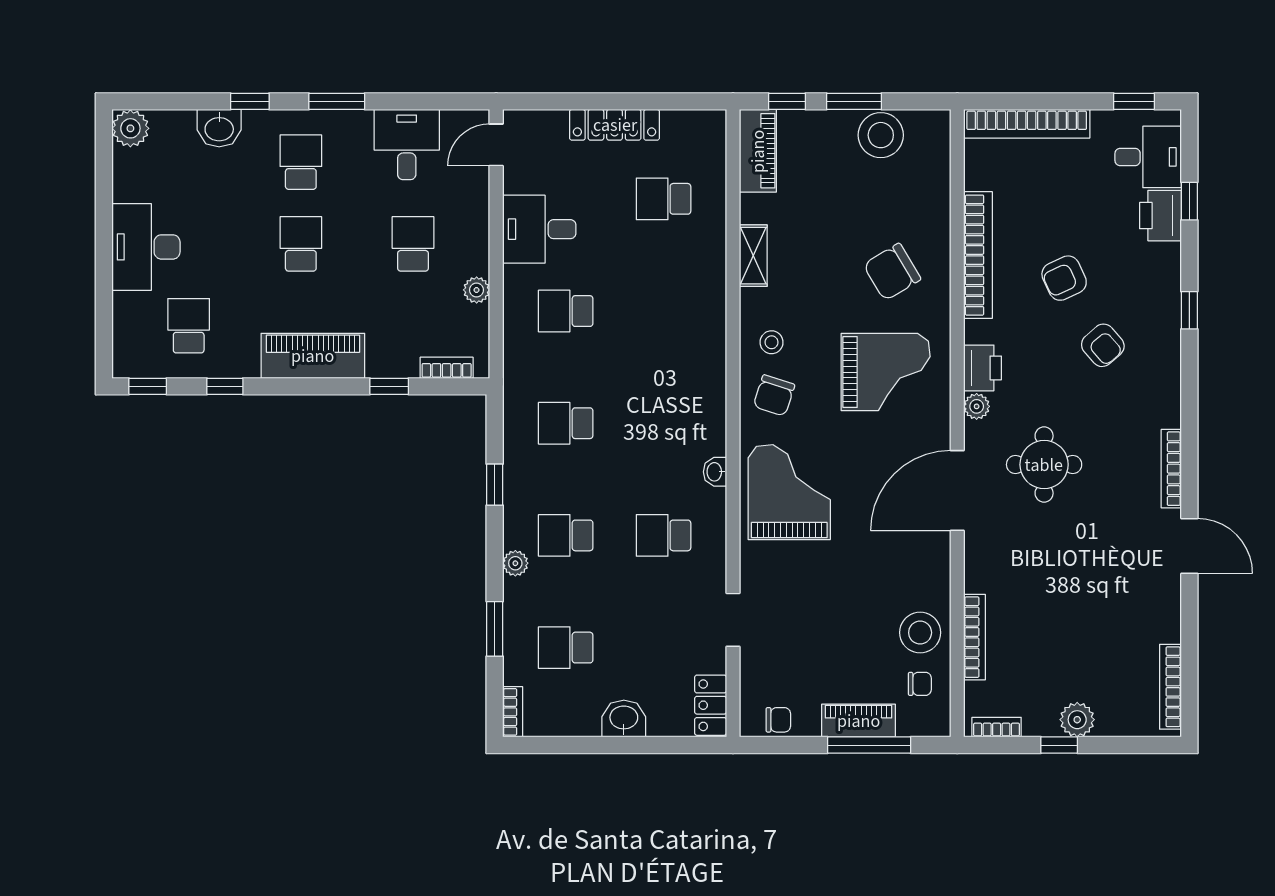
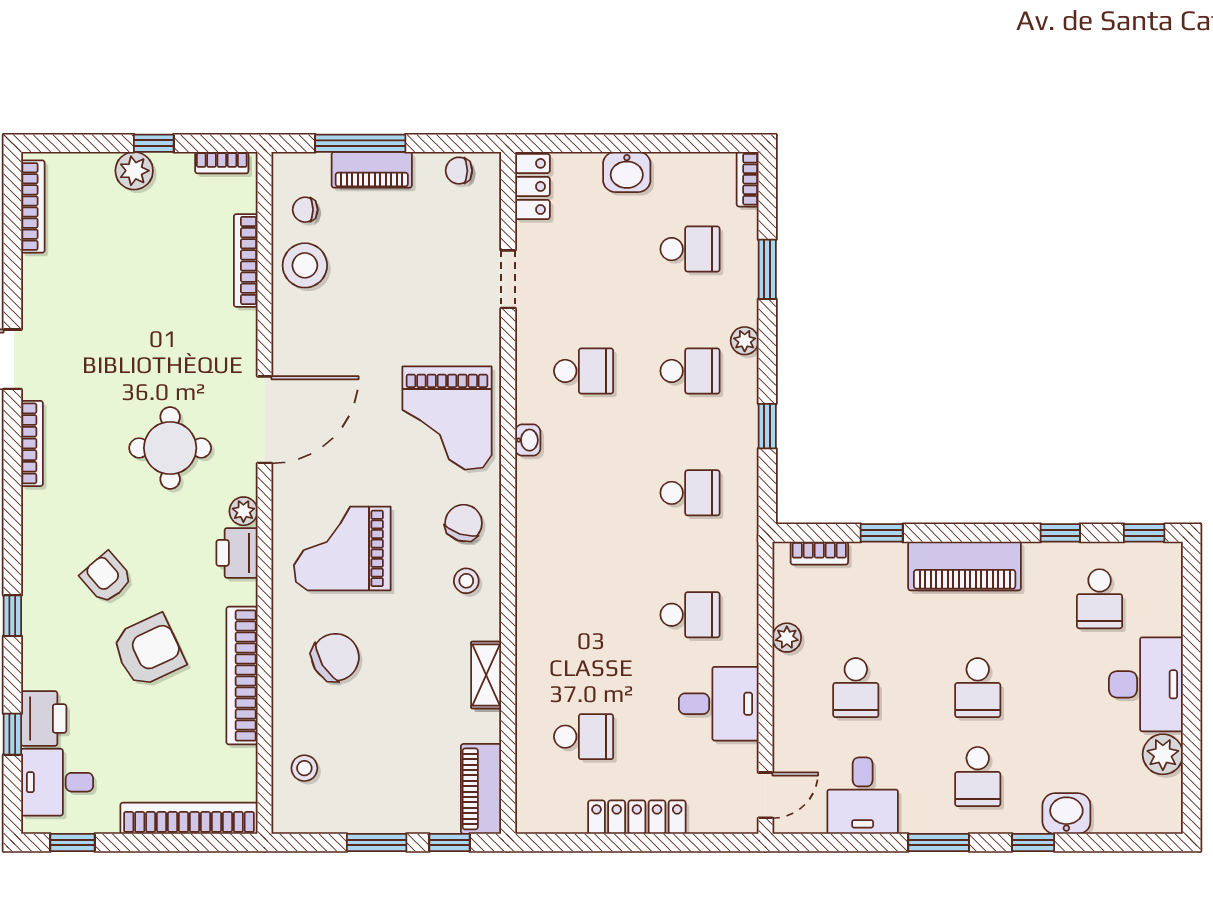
plant: (130, 128) -> (1163, 754), moved
stool: (881, 135) -> (304, 768), moved, width x0.53, depth x0.53
armchair: (1064, 278) -> (148, 651), width x1.38, depth x1.38

